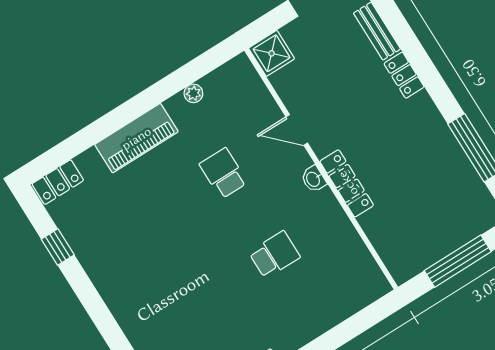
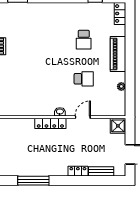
school desk: (274, 255) -> (84, 40), moved

